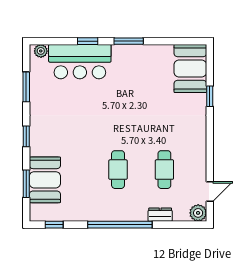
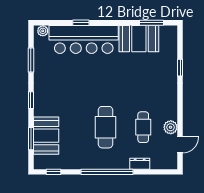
window: (129, 41) -> (152, 23), moved
bar counter: (80, 62) -> (84, 39), width x1.36
booth: (190, 69) -> (139, 39), moved, turned 90
cafe table: (118, 170) -> (105, 127), width x1.37, depth x1.35
plant: (198, 213) -> (171, 127), moved

